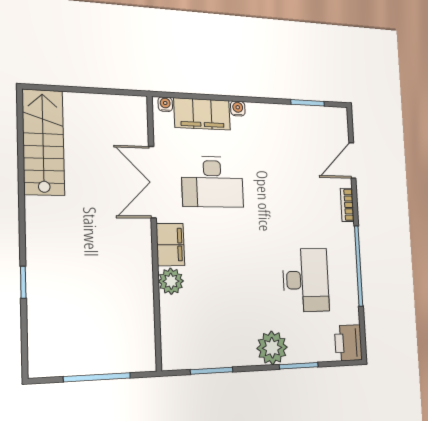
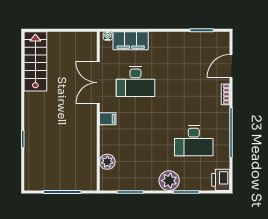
water cooler: (238, 108) -> (154, 36), removed
filing cabinet: (170, 245) -> (108, 119), width x0.50
desk: (306, 280) -> (194, 141), turned 90
plant: (171, 281) -> (107, 162), moved

